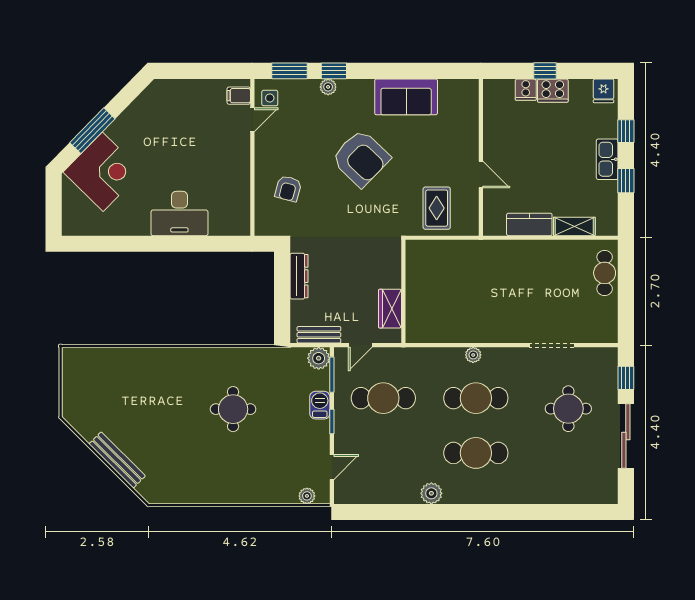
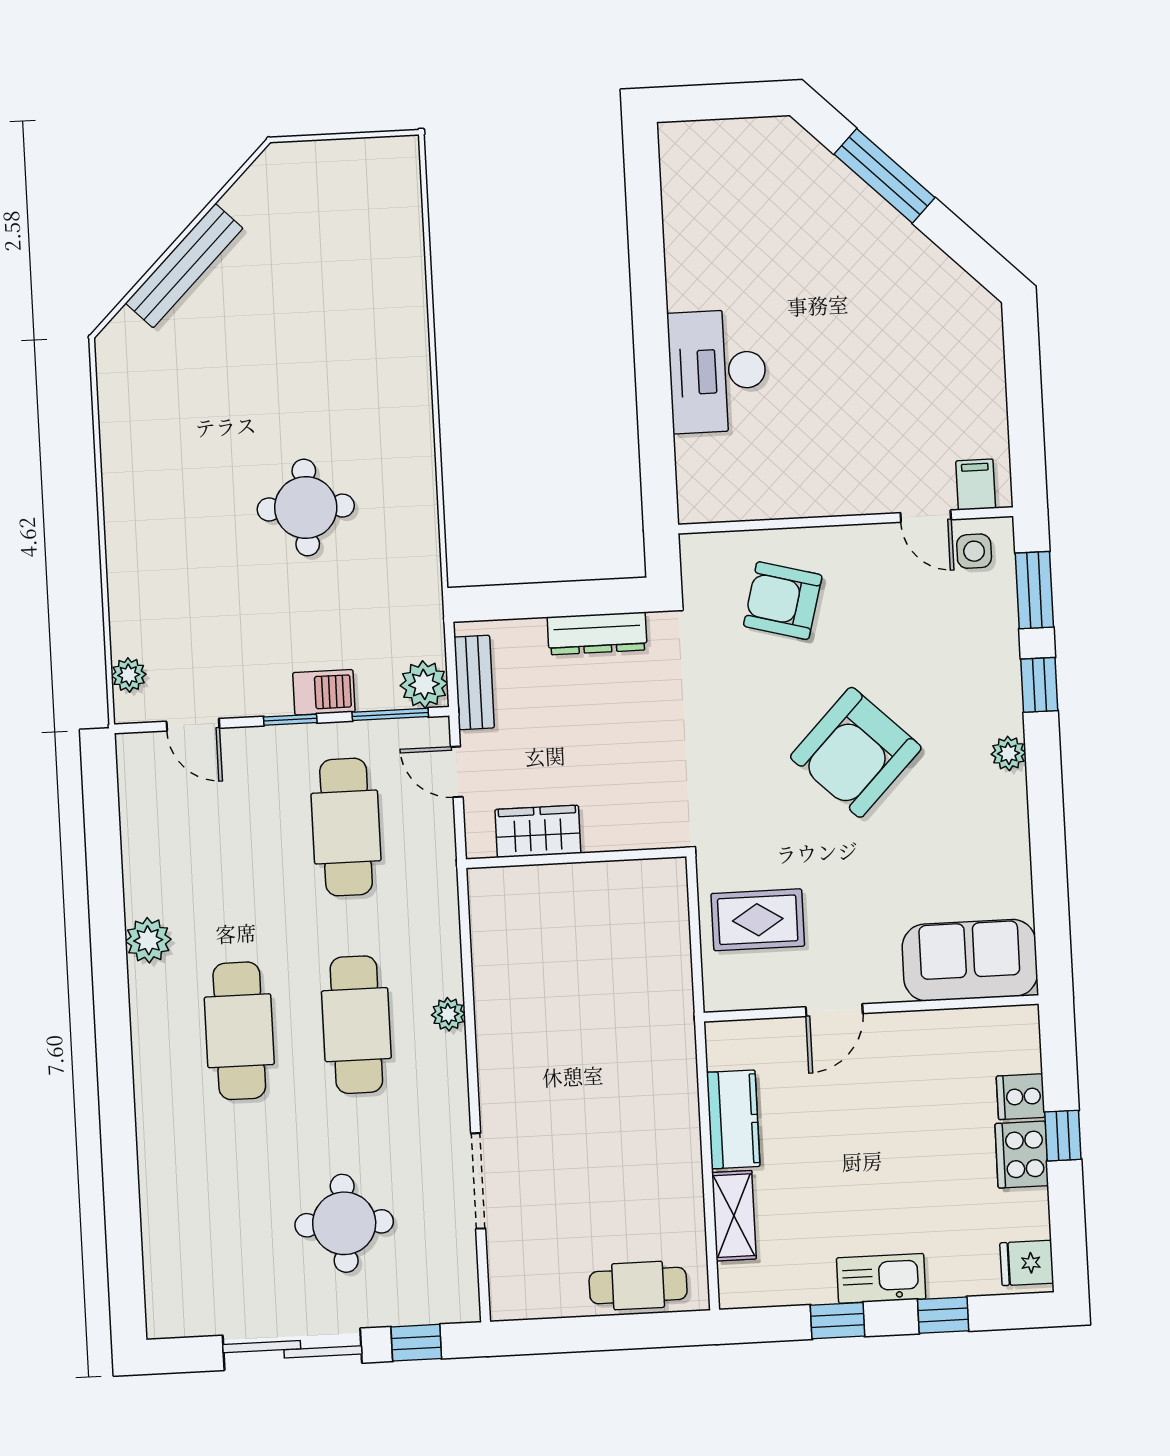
plant: (328, 87) -> (1008, 753), moved
sofa: (406, 97) -> (970, 960), moved, turned 90
corner desk: (103, 172) -> (798, 203), removed
armchair: (288, 189) -> (783, 601), width x1.38, depth x1.38

